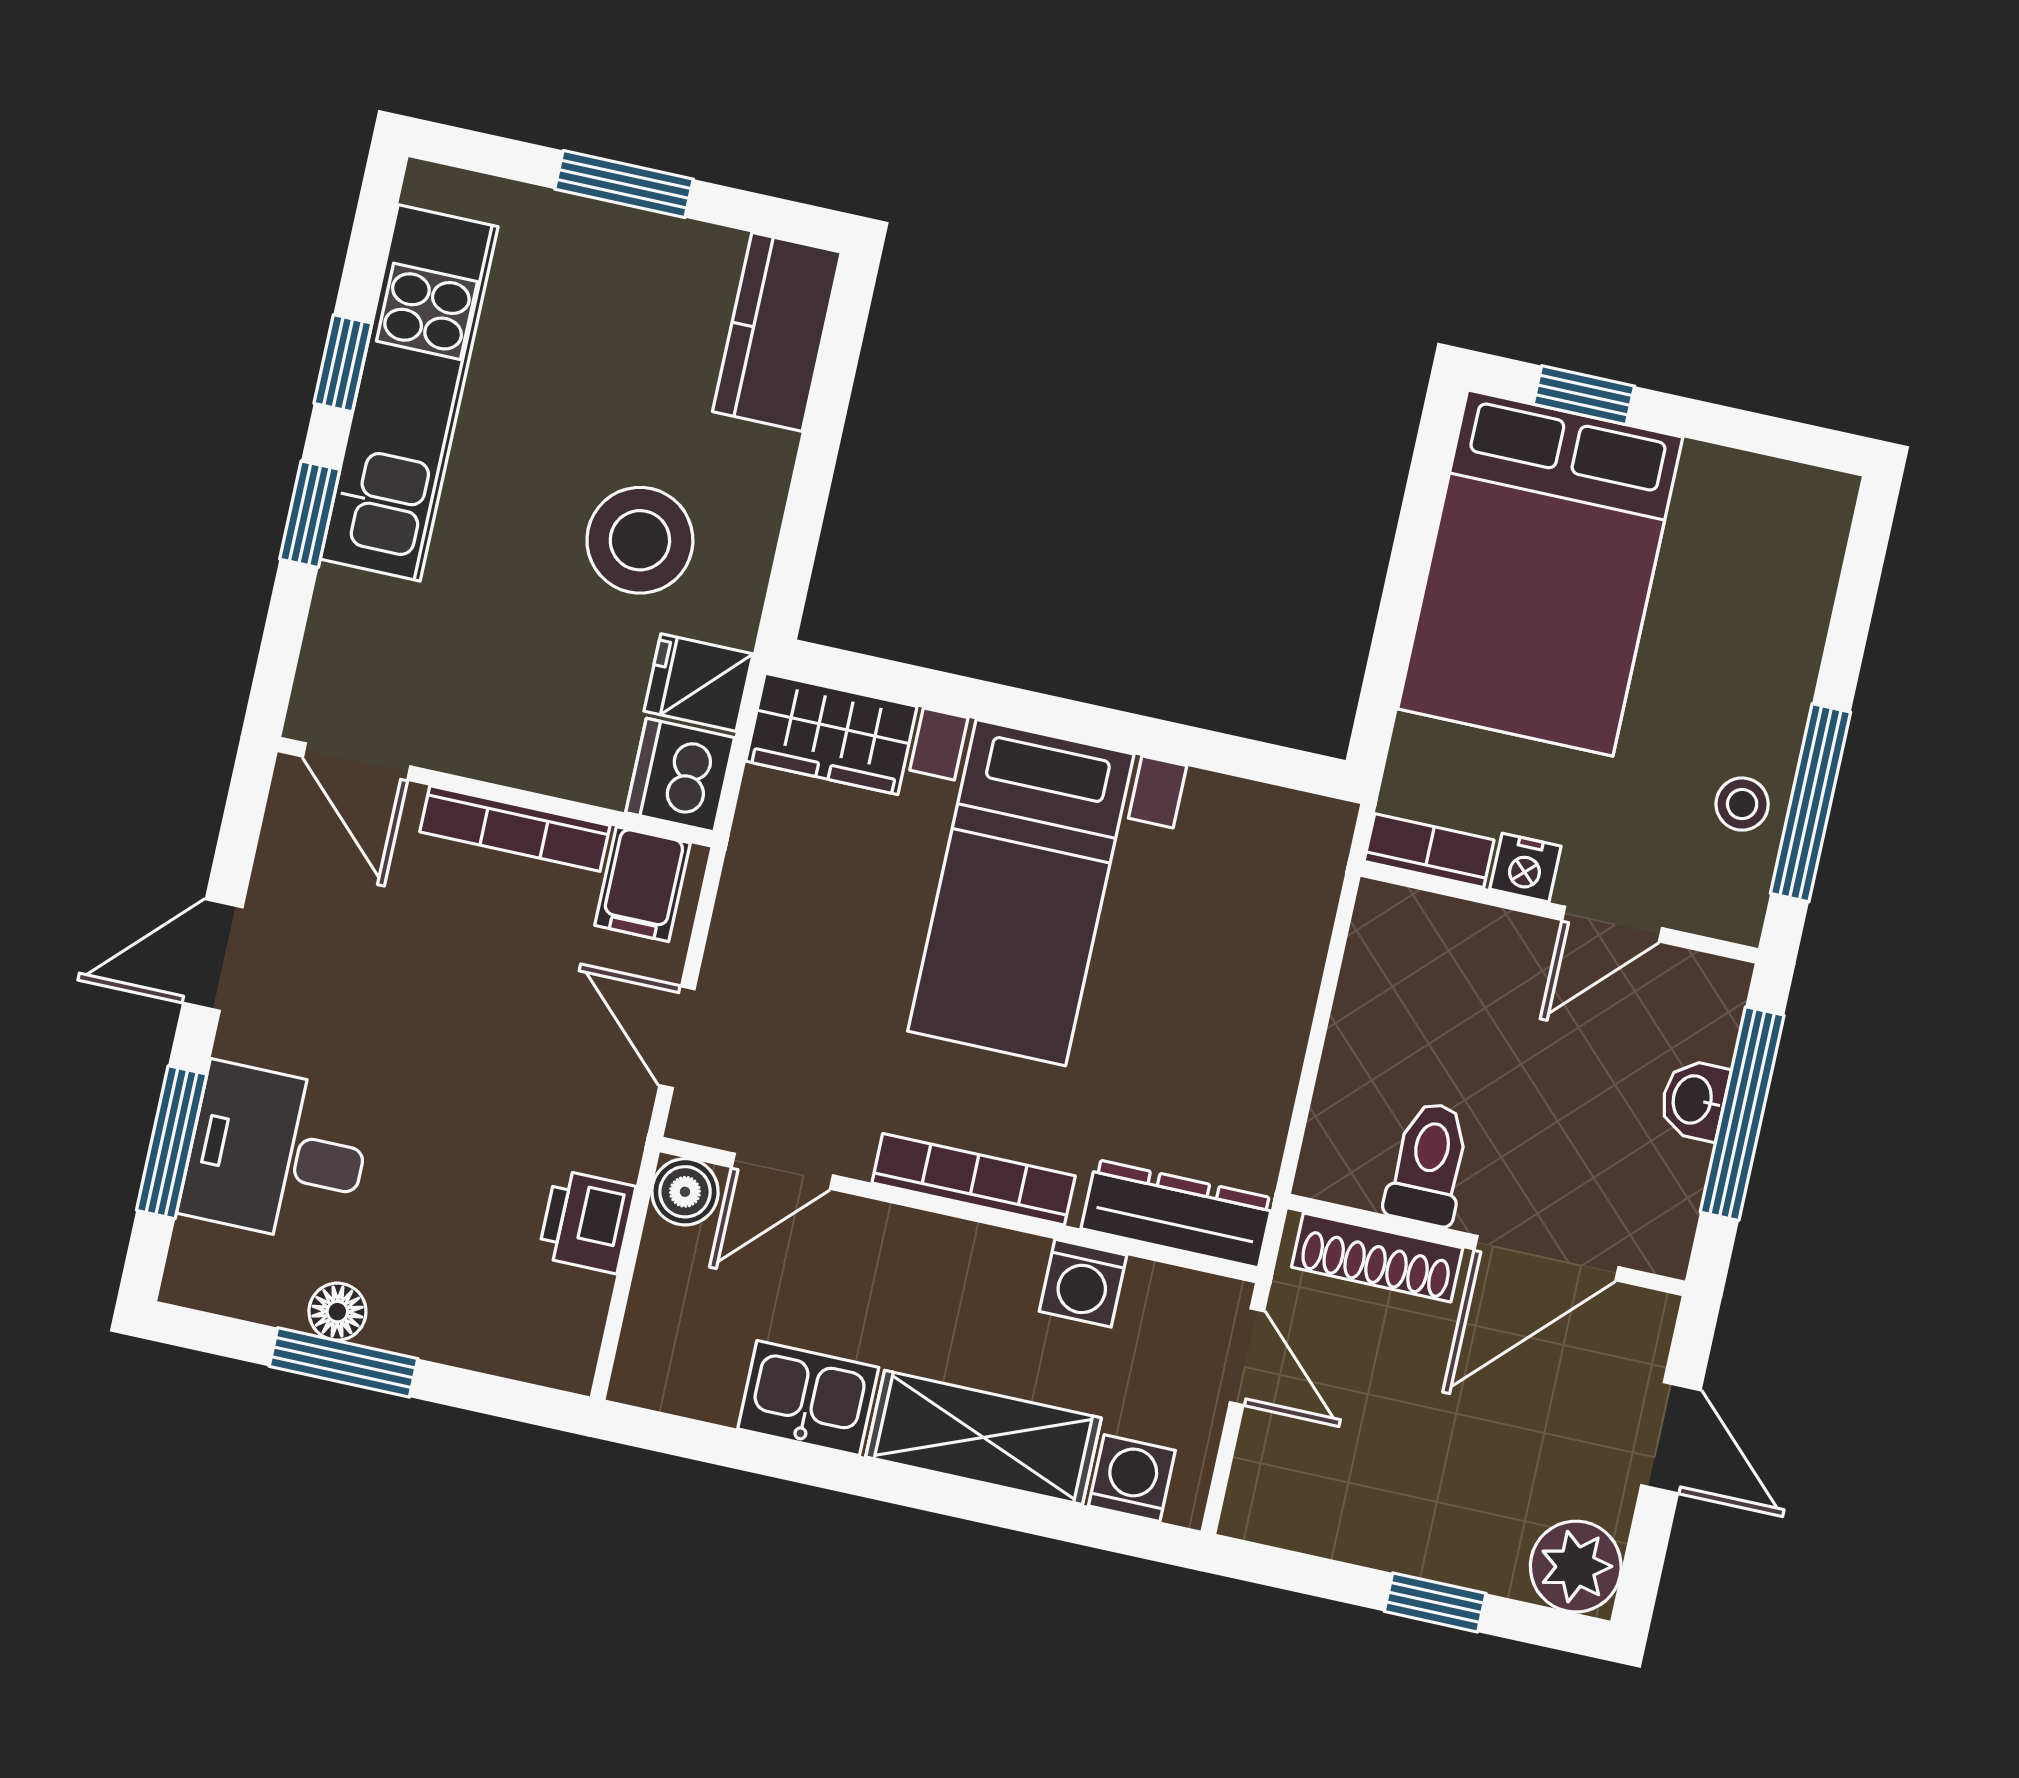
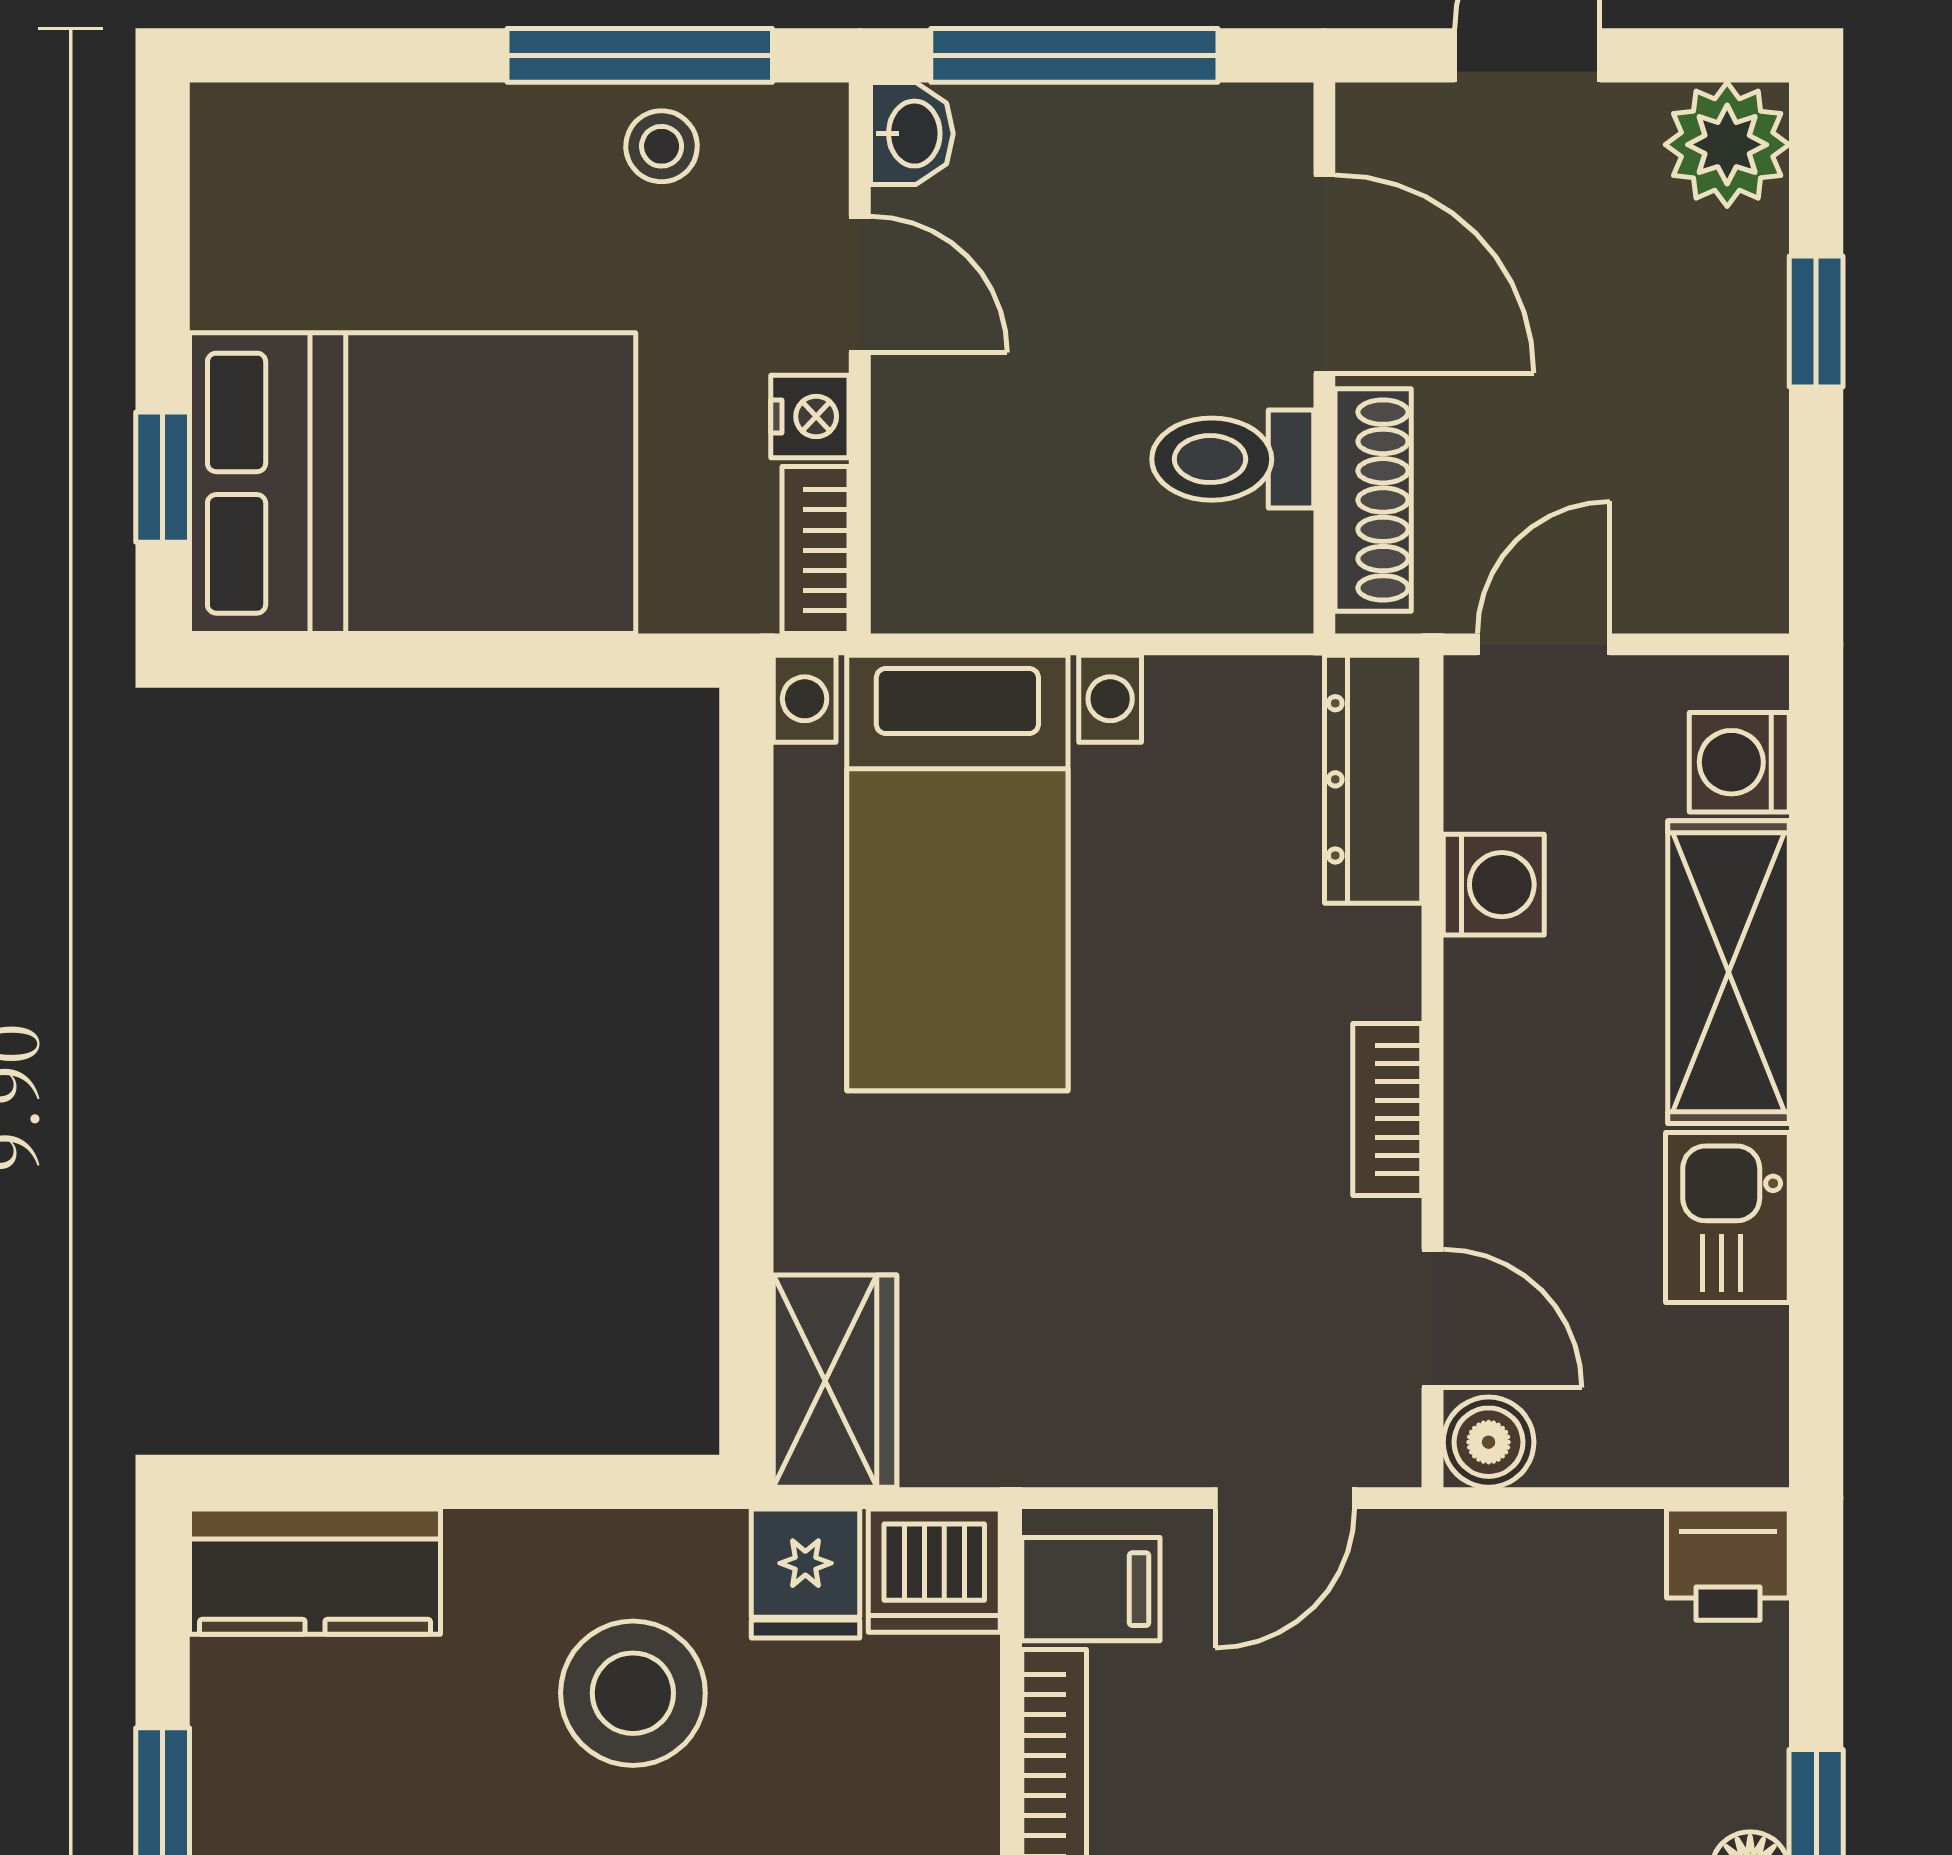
bed with nightstands: (1021, 893) -> (957, 873), moved, turned 90
washbasin: (1694, 1100) -> (912, 134), moved, turned -90
bookcase: (974, 1179) -> (1387, 1110), width x0.64
printer: (587, 1221) -> (1728, 1565), moved

